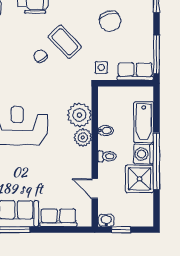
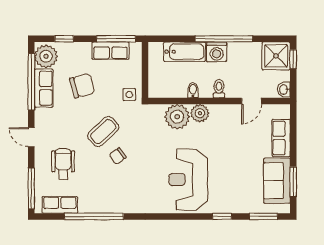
row of seats: (135, 71) -> (110, 51), moved, turned -90
shower: (140, 179) -> (276, 56), moved
window: (121, 230) -> (293, 59), moved

